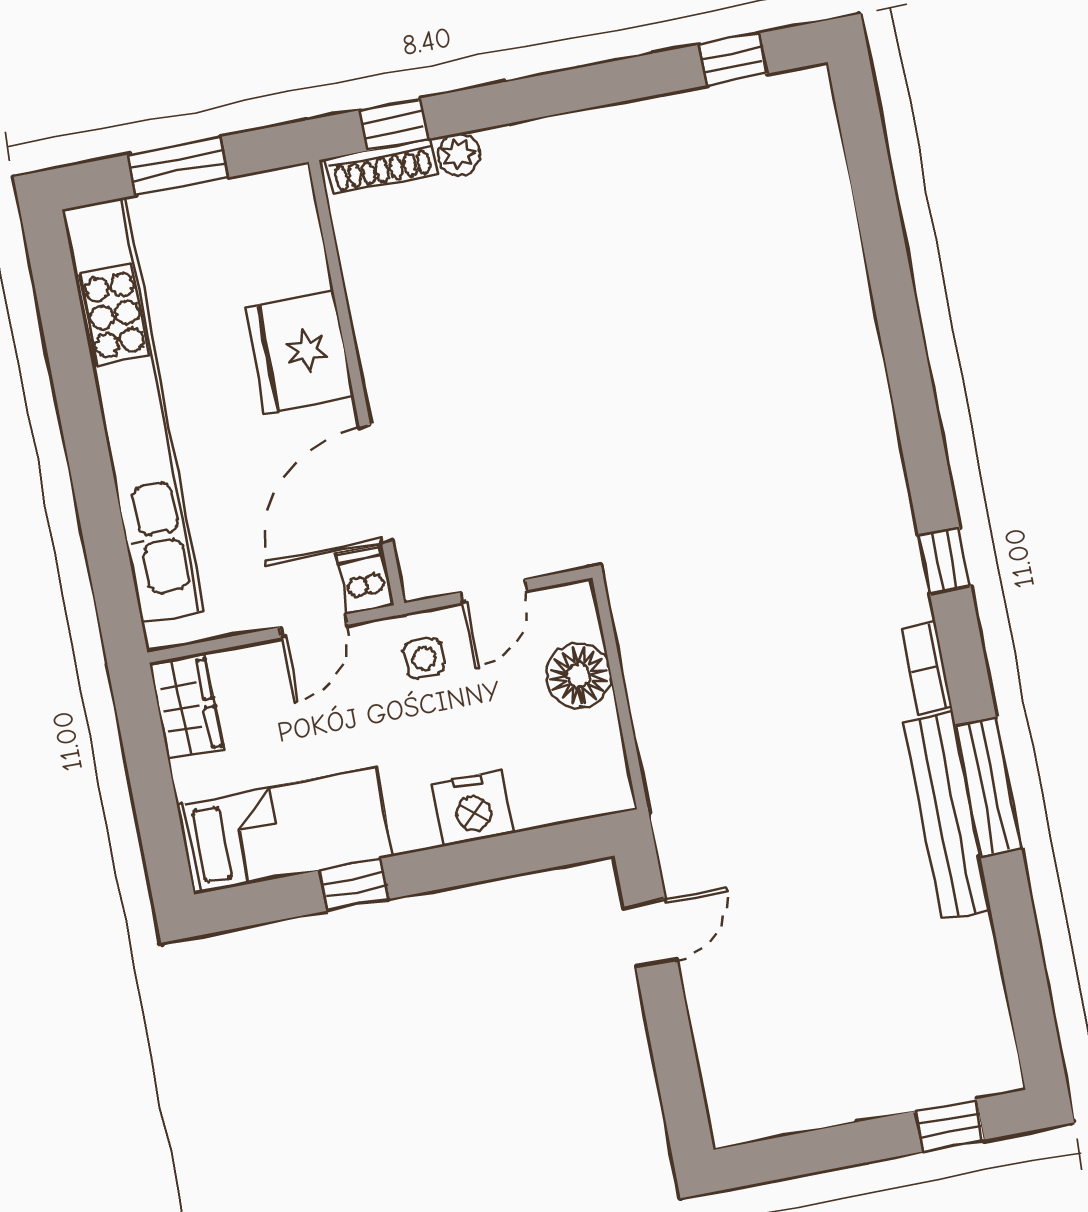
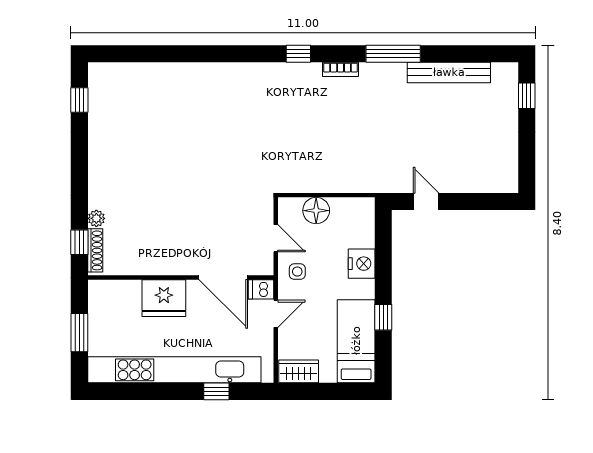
window: (101, 520) -> (216, 391), added
door: (313, 626) -> (276, 314), hinge flipped
bench: (947, 816) -> (449, 72), moved

